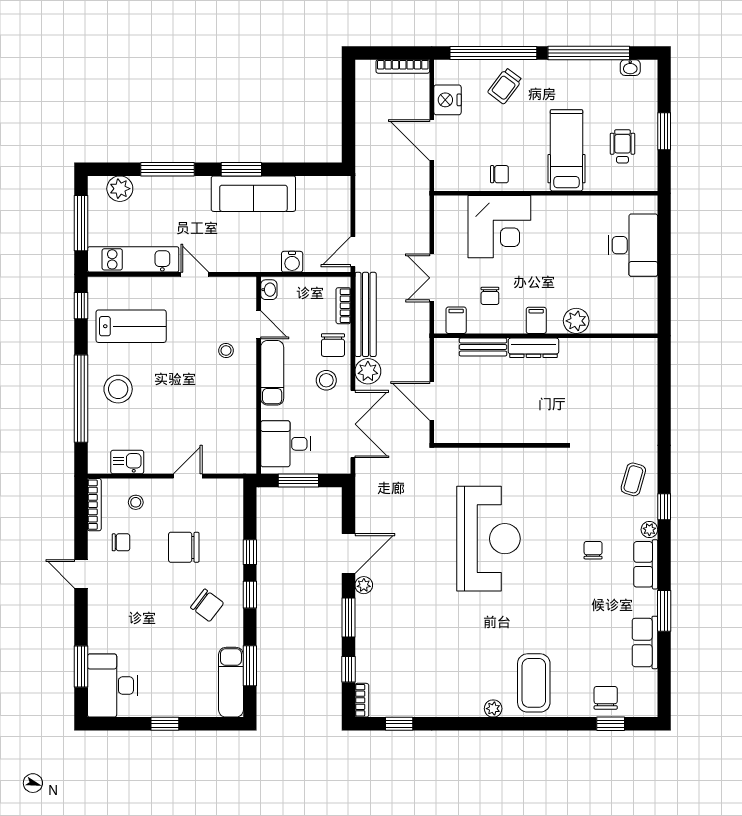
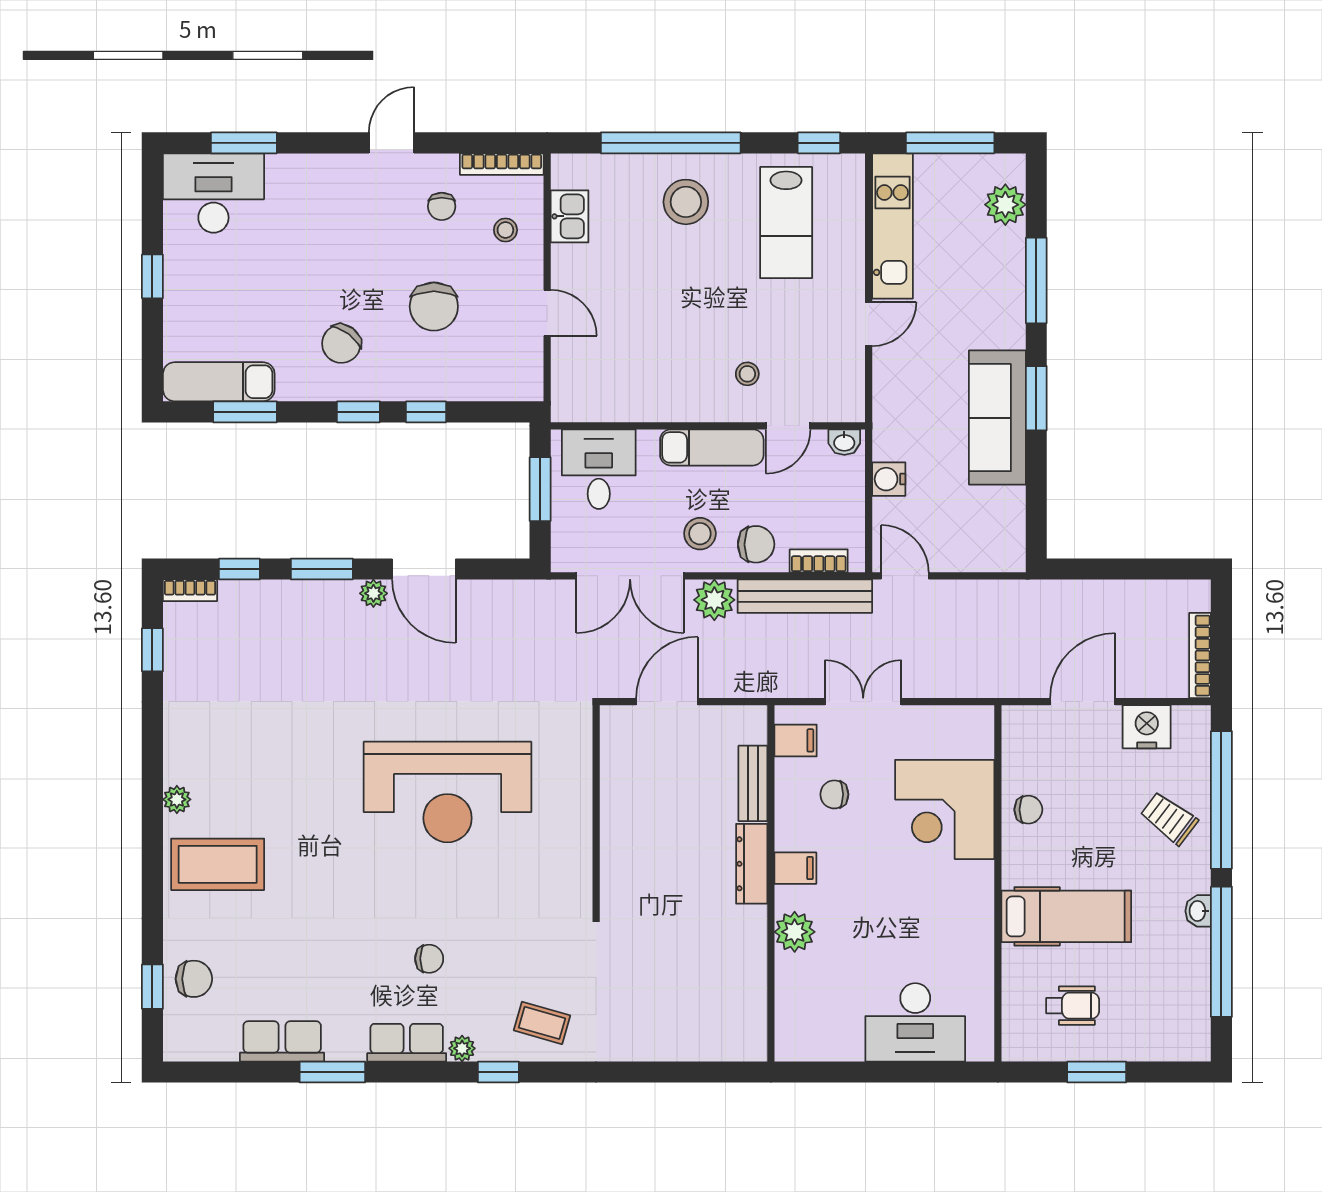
washbasin: (630, 68) -> (1198, 911), moved
chair: (499, 174) -> (1028, 810), turned -90
chair: (333, 345) -> (756, 544), turned 180
chair: (184, 547) -> (434, 307), turned 180

